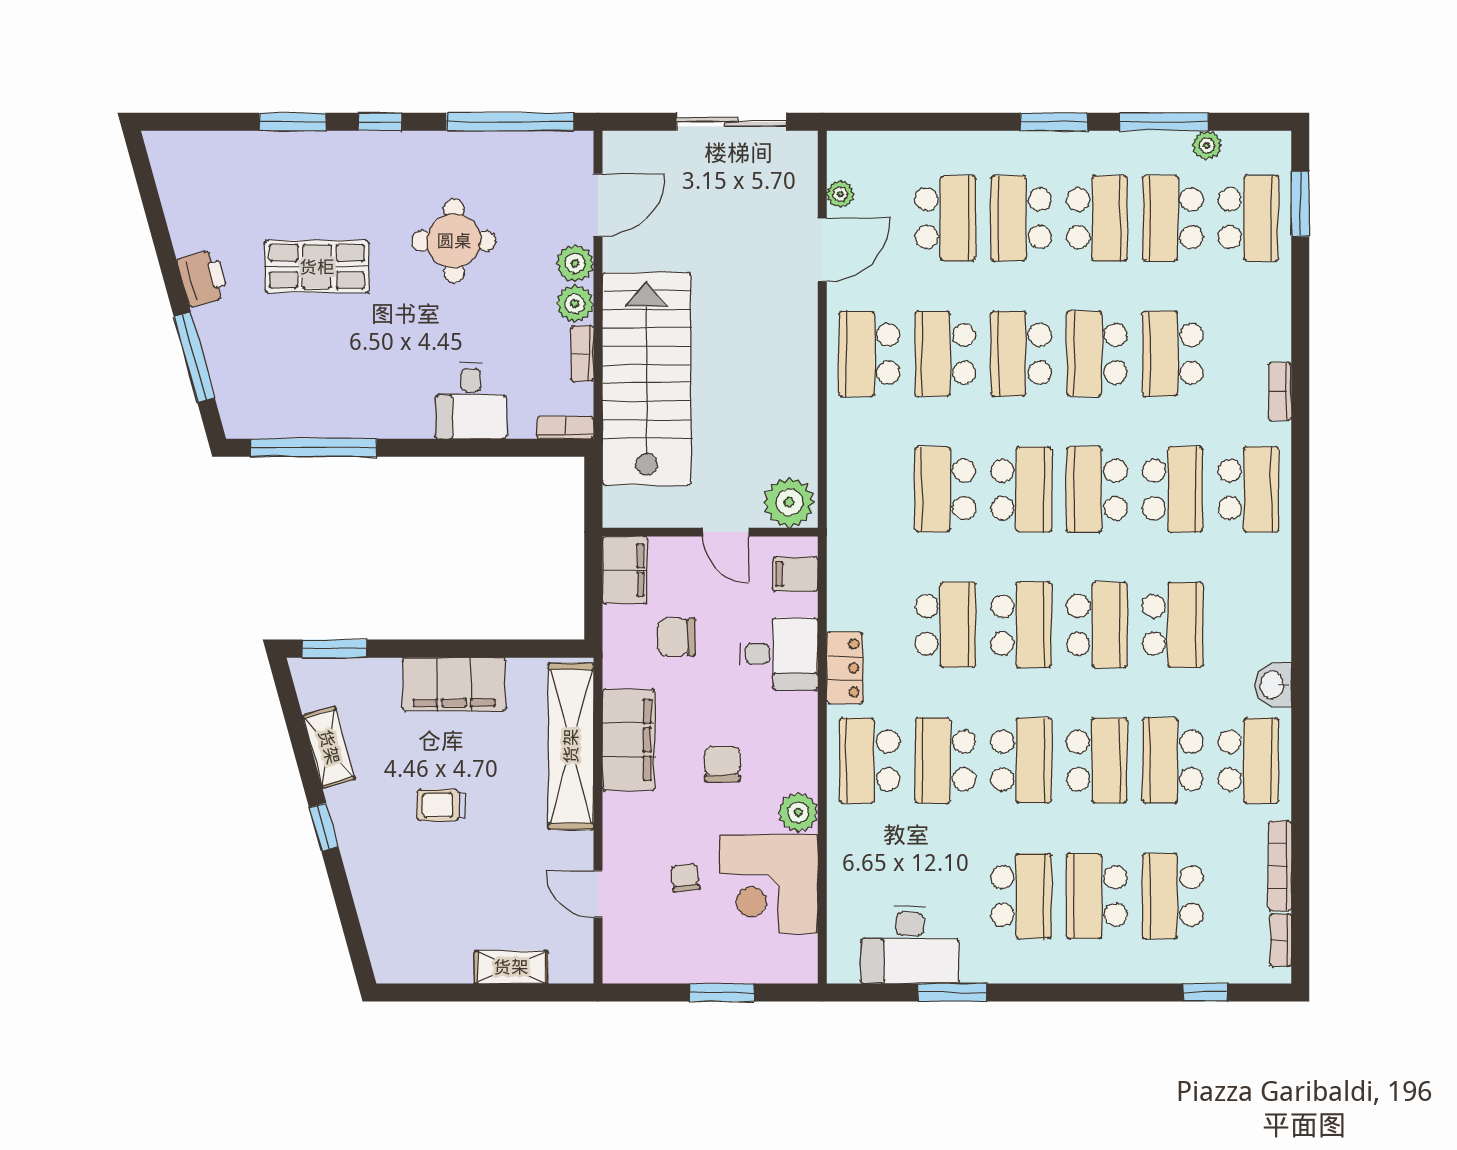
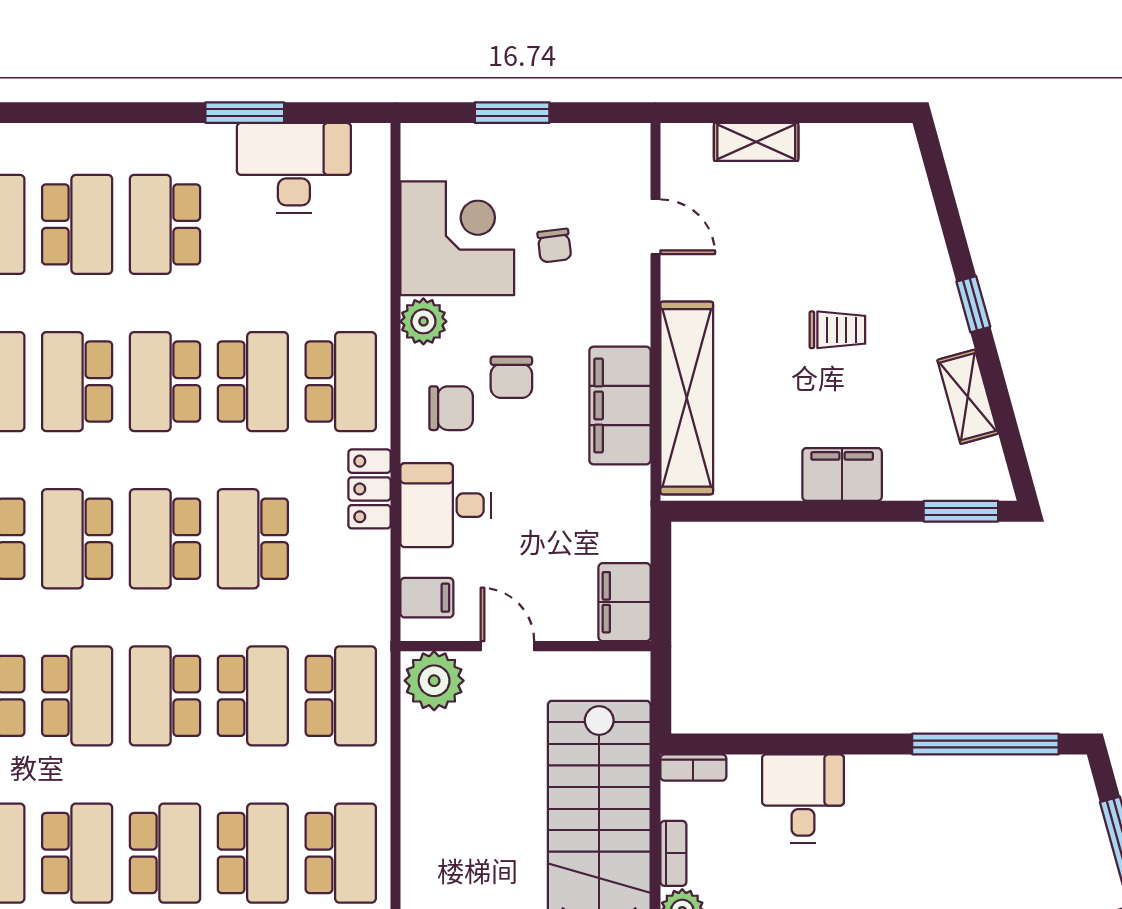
school desk: (869, 489) -> (341, 696), added
chair: (677, 637) -> (451, 408), moved
filing cabinet: (454, 684) -> (842, 474), width x0.67, depth x0.86

